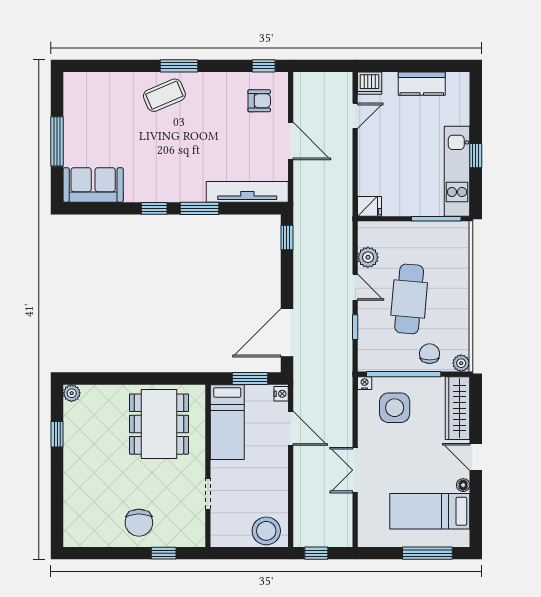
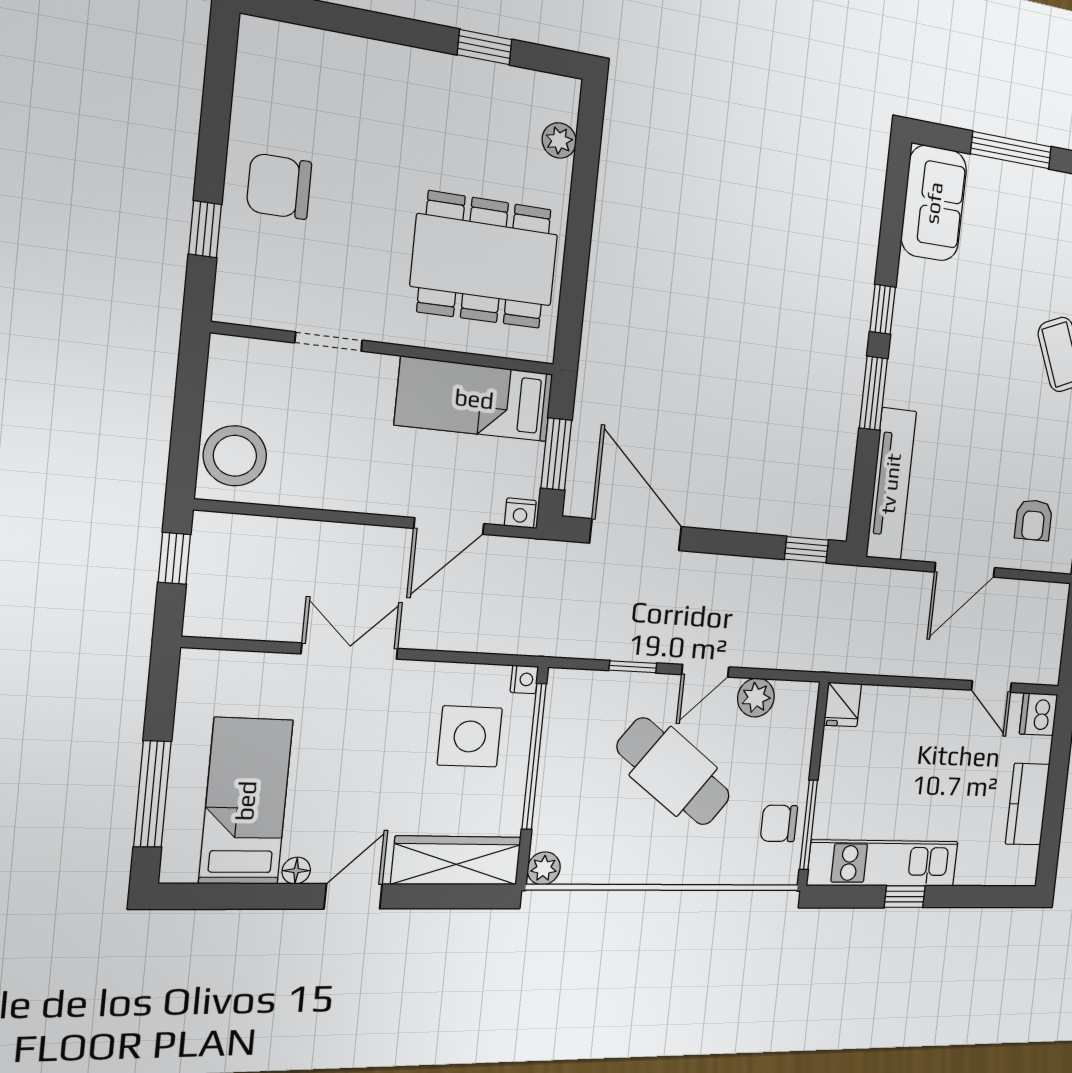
cafe table: (409, 299) -> (674, 772), turned 32
chair: (430, 354) -> (779, 823), moved, turned 180
plant: (72, 393) -> (559, 140), moved

